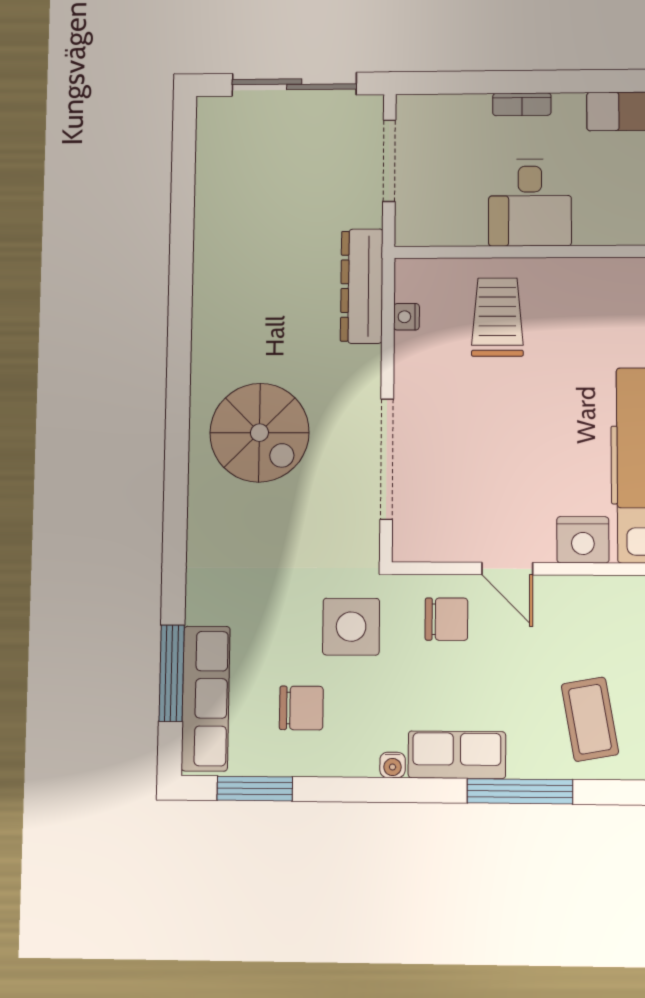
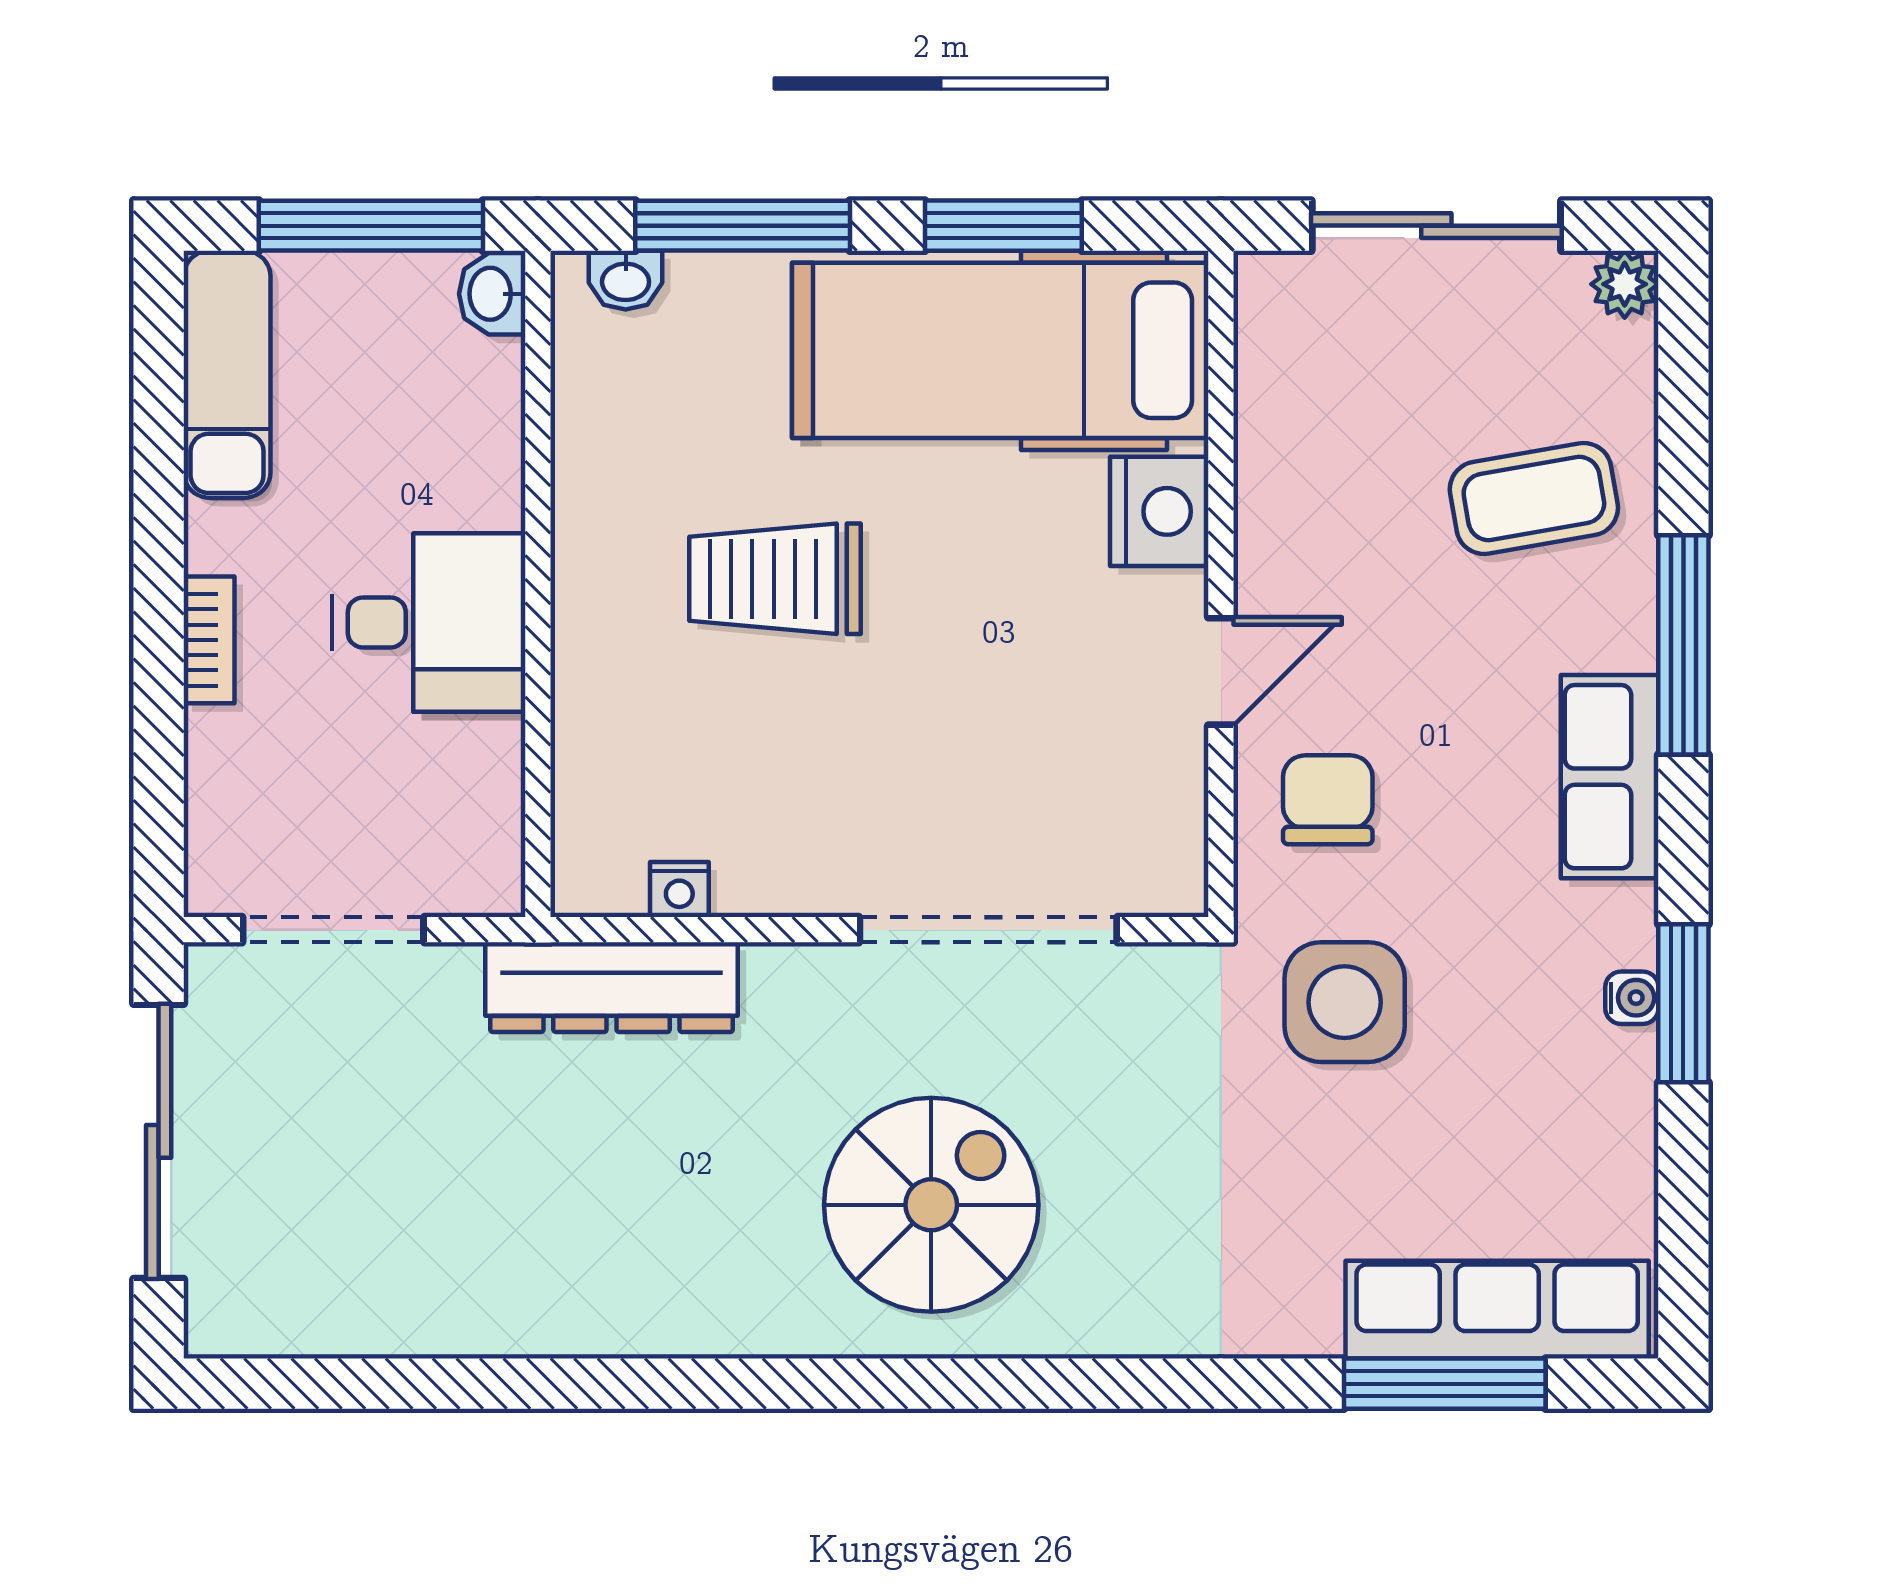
trolley: (497, 317) -> (775, 579), moved
chair: (301, 708) -> (1516, 1106), removed
water cooler: (393, 765) -> (1632, 998), moved
window: (255, 788) -> (1683, 1003), moved

